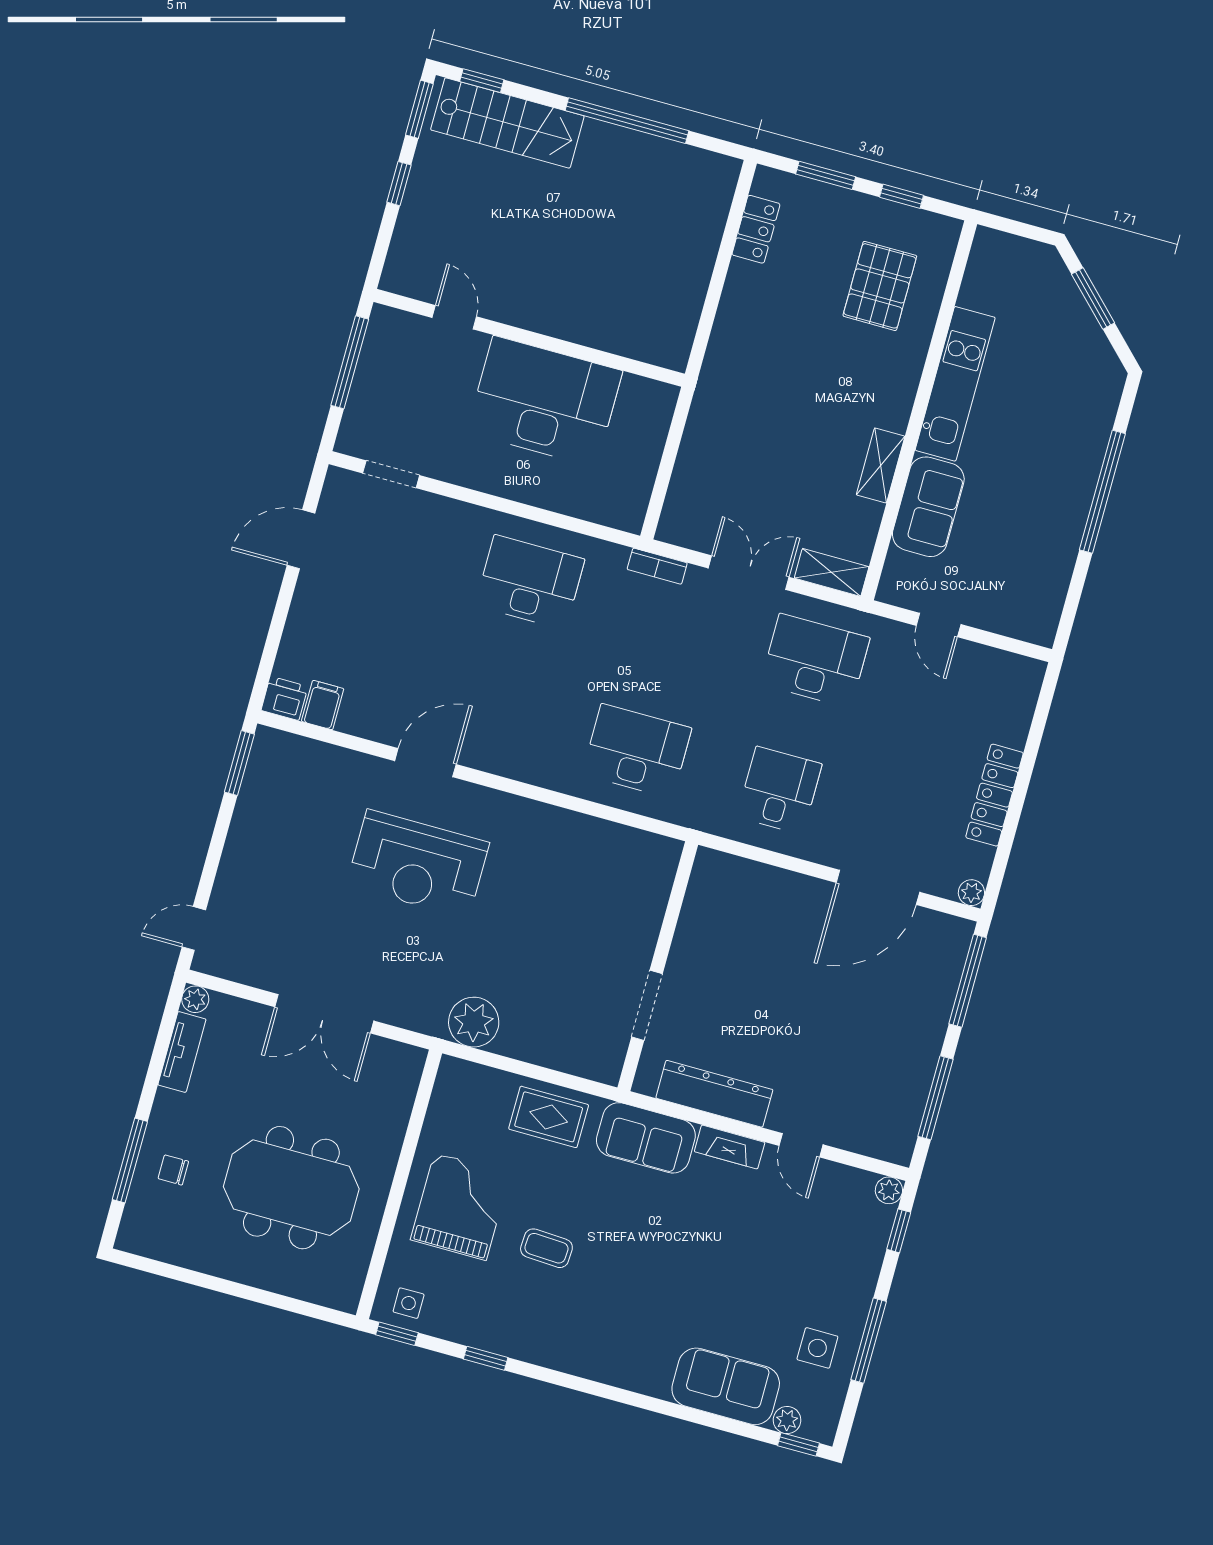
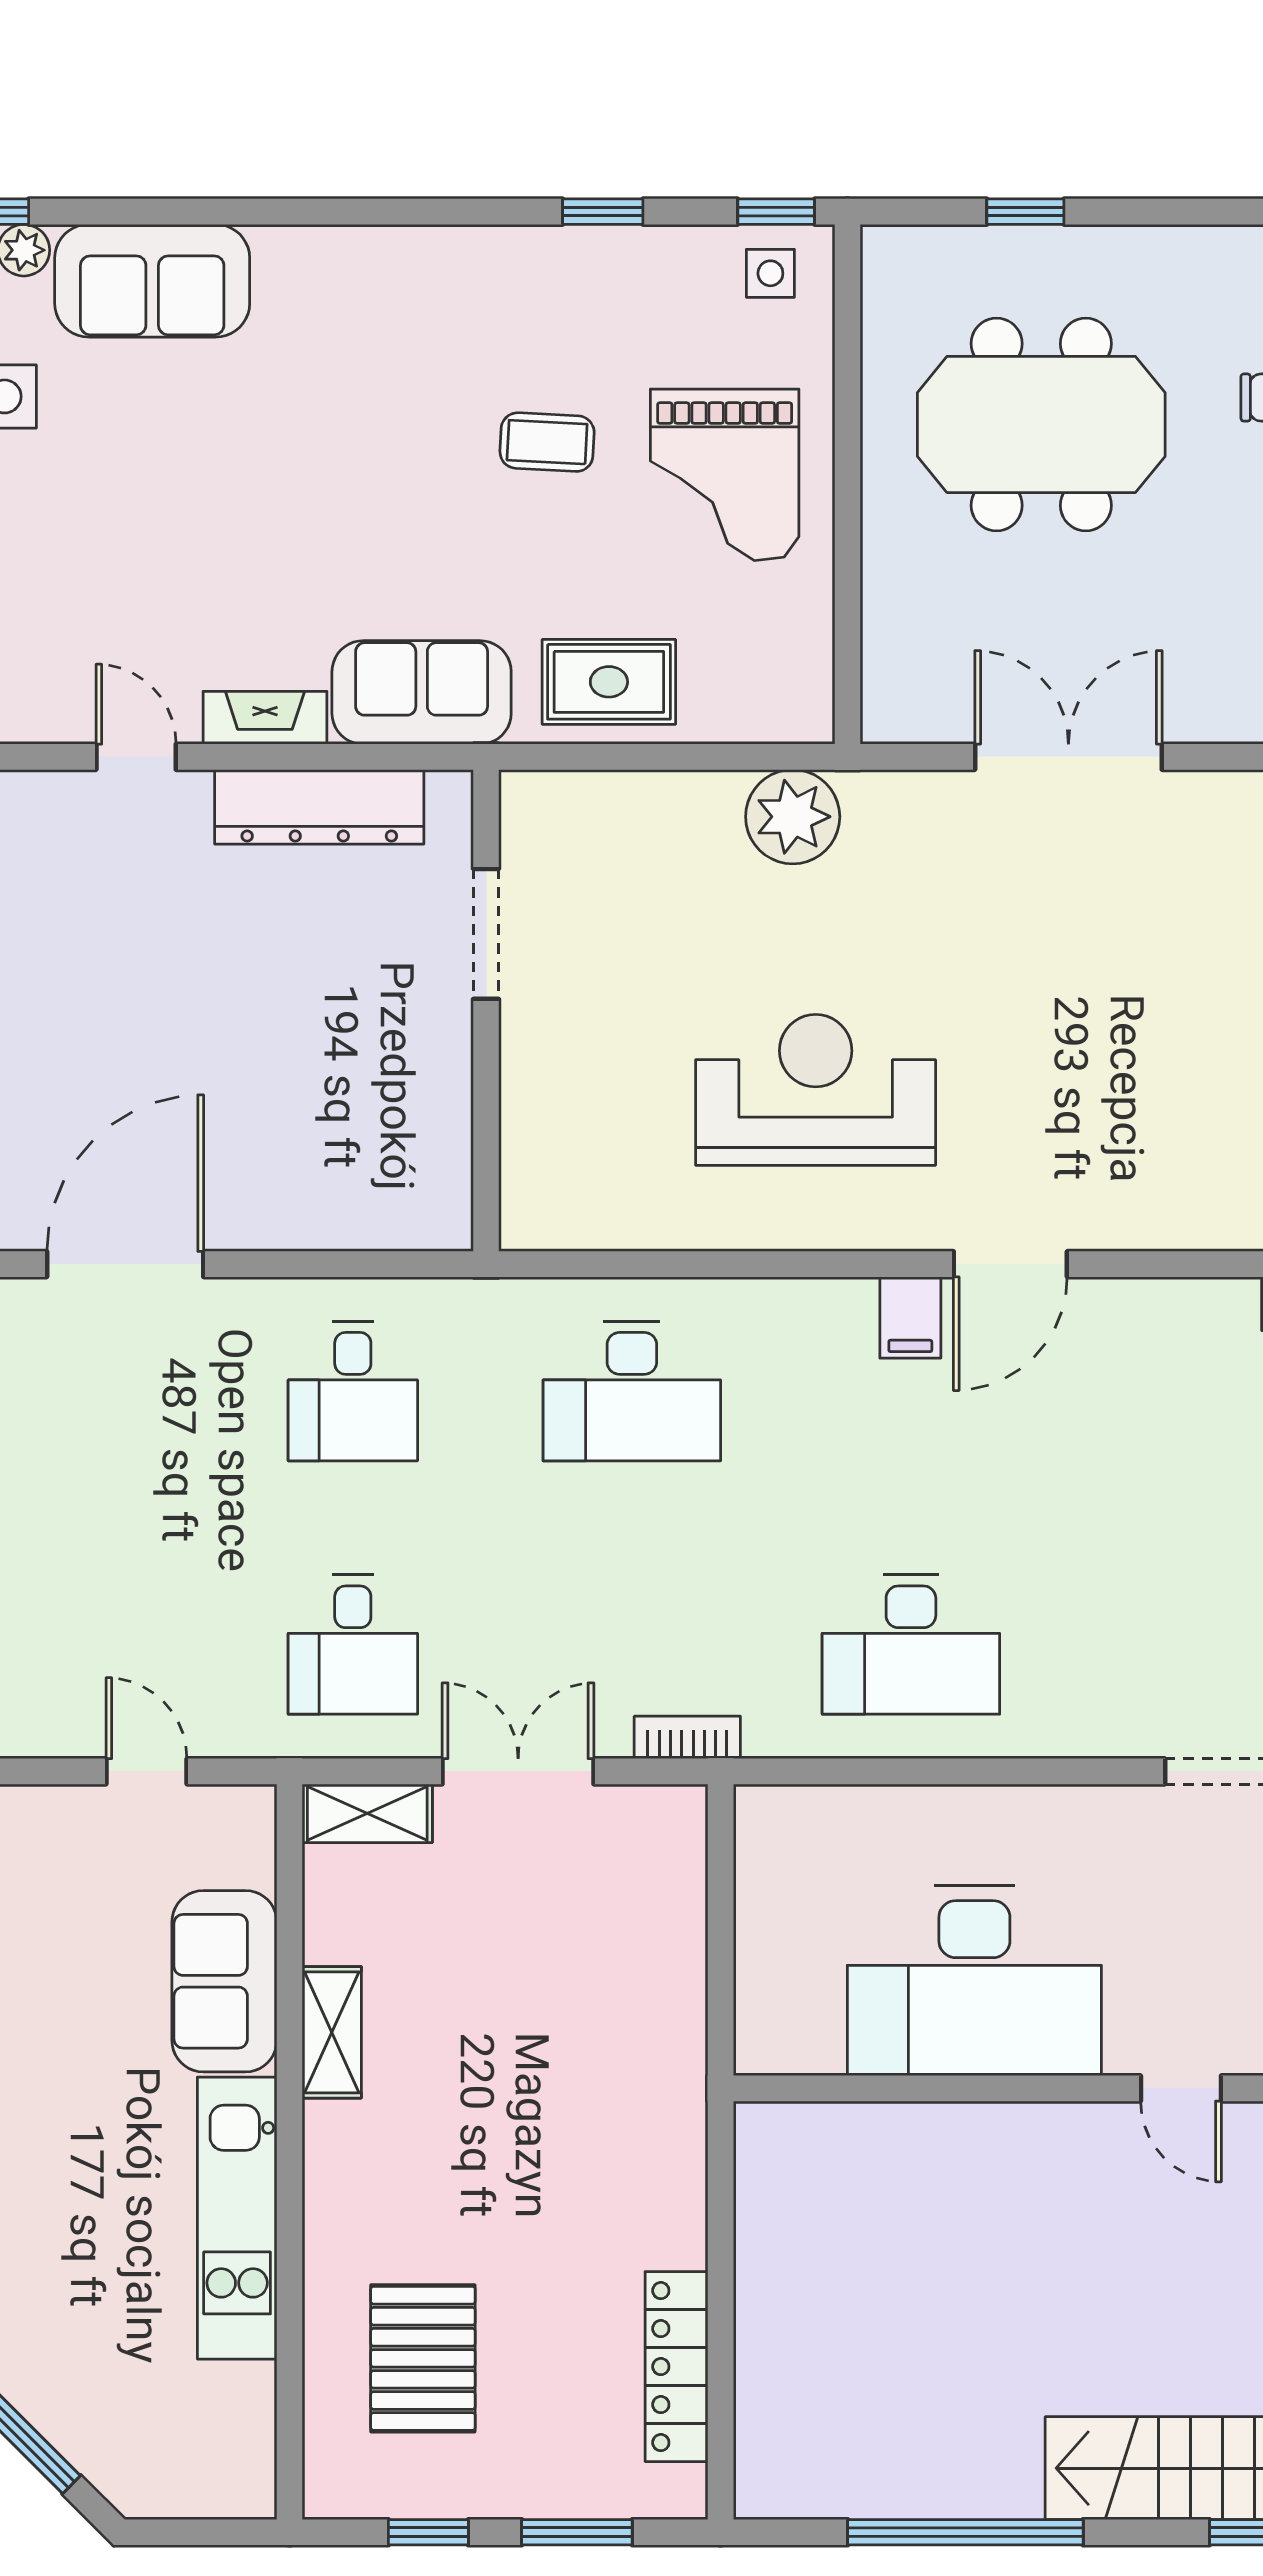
locker: (756, 229) -> (677, 2367), width x1.53
double door: (749, 573) -> (518, 1771), swing flipped
desk: (815, 661) -> (353, 1644), width x0.73
filing cabinet: (323, 705) -> (910, 1317), moved
reception desk: (418, 864) -> (816, 1090), moved
window: (269, 1299) -> (1025, 212), added

